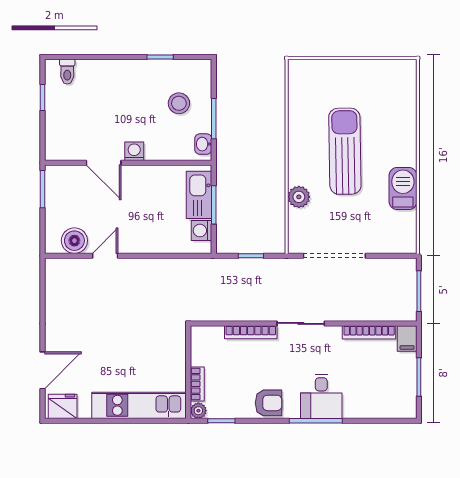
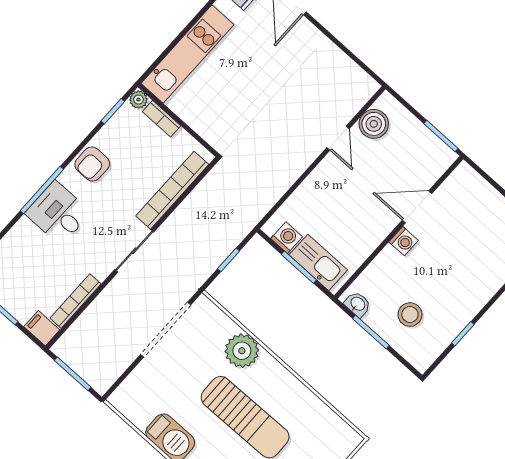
plant: (299, 197) -> (242, 351), width x1.36, depth x1.36
bookcase: (251, 332) -> (172, 190), width x1.48, depth x1.31

